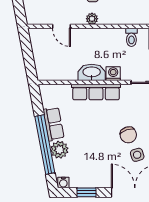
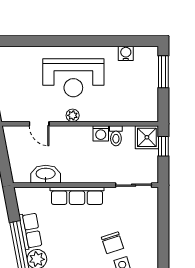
washbasin: (92, 72) -> (46, 174), moved
washing machine: (113, 74) -> (101, 133), moved, turned 180

